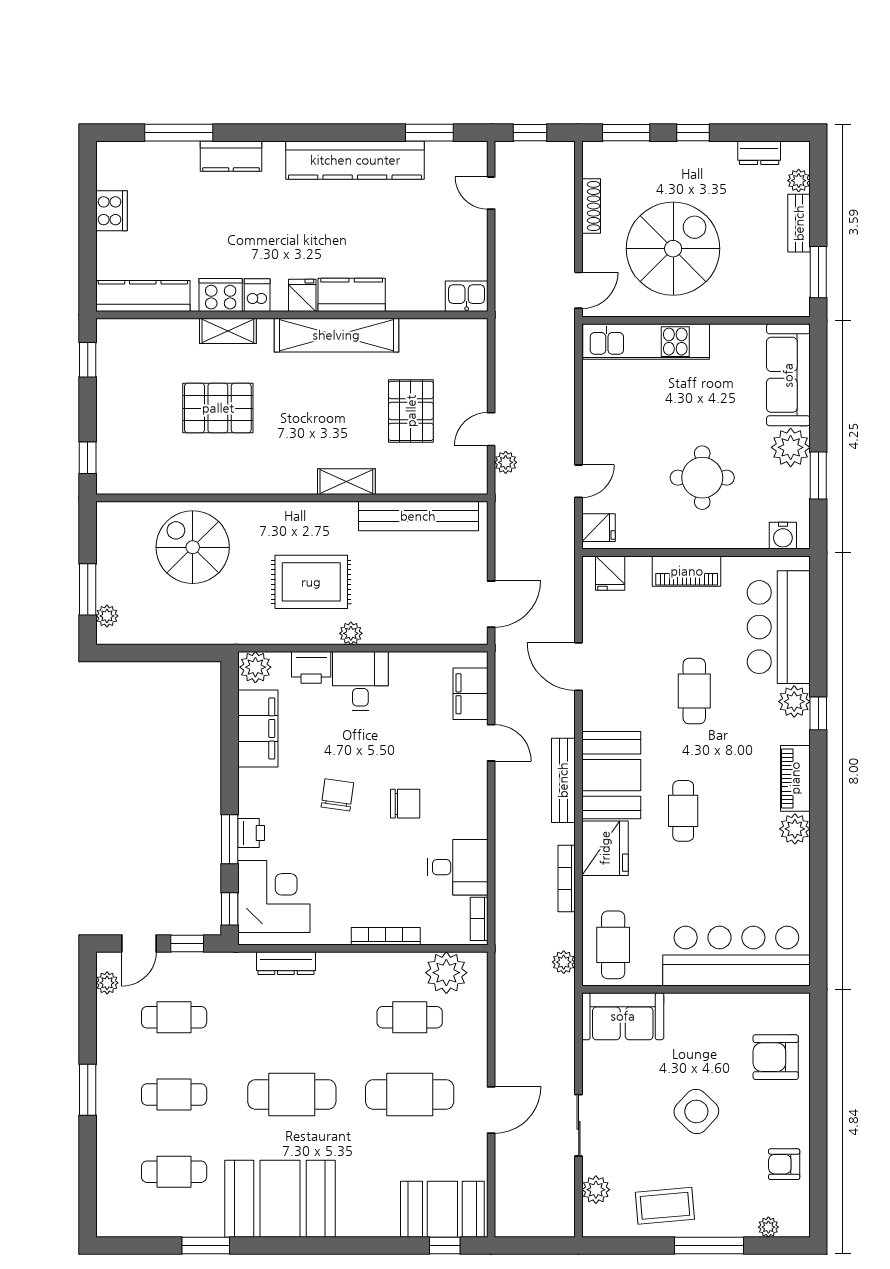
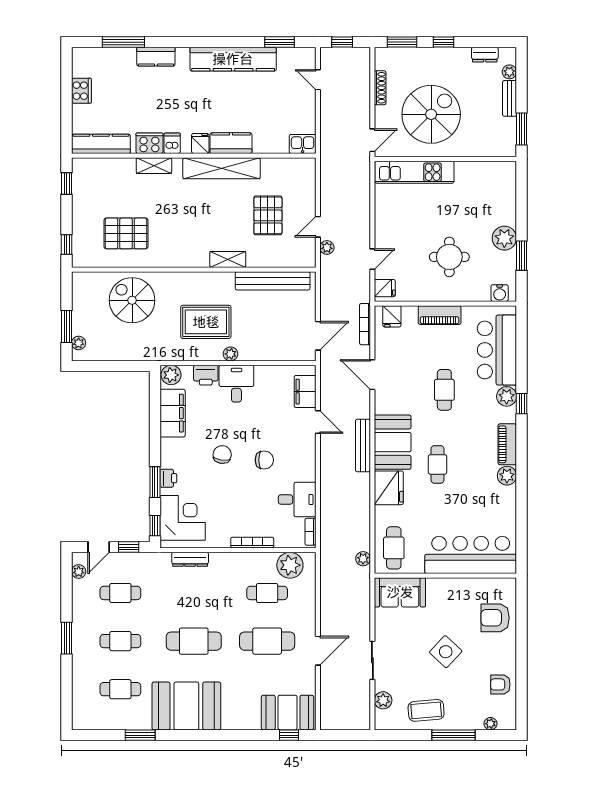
sofa: (788, 375) -> (503, 193), removed
pallet: (218, 408) -> (126, 233), moved
bookcase: (567, 879) -> (365, 324), moved

